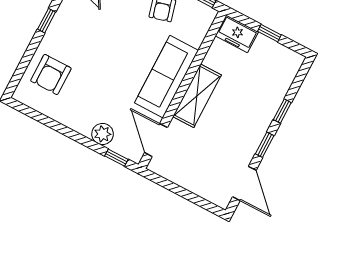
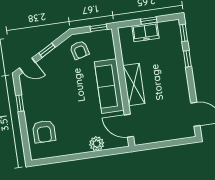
freezer: (237, 34) -> (145, 32), moved
window: (265, 145) -> (184, 33), moved
window: (116, 158) -> (114, 151), removed

